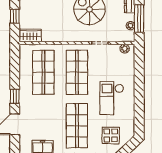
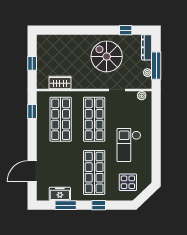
wardrobe: (30, 35) -> (60, 82), moved
window: (15, 96) -> (32, 112), moved

